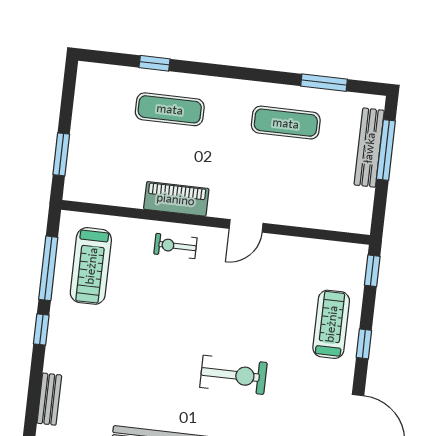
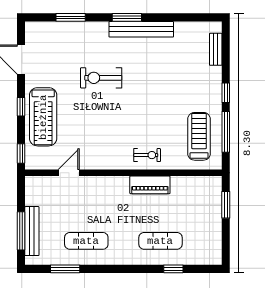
door: (246, 226) -> (69, 173), moved
treadmill: (331, 324) -> (43, 117), width x1.37, depth x1.38

